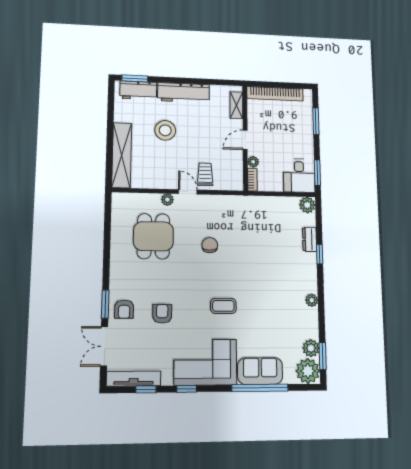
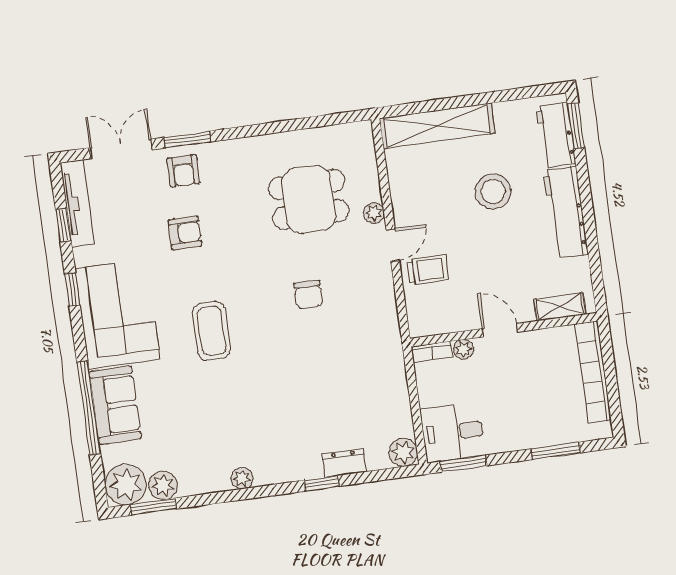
chair: (210, 245) -> (308, 295), turned 90
coffee table: (223, 306) -> (212, 331), width x1.36, depth x1.30
armchair: (124, 309) -> (183, 171), turned -90

